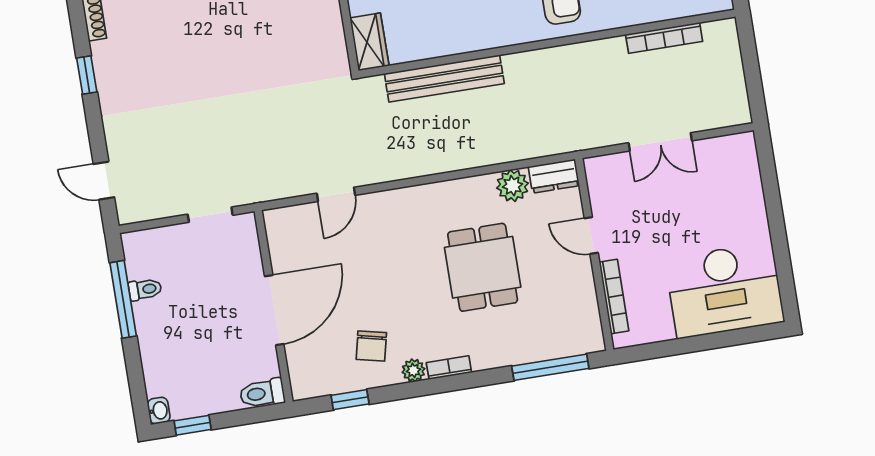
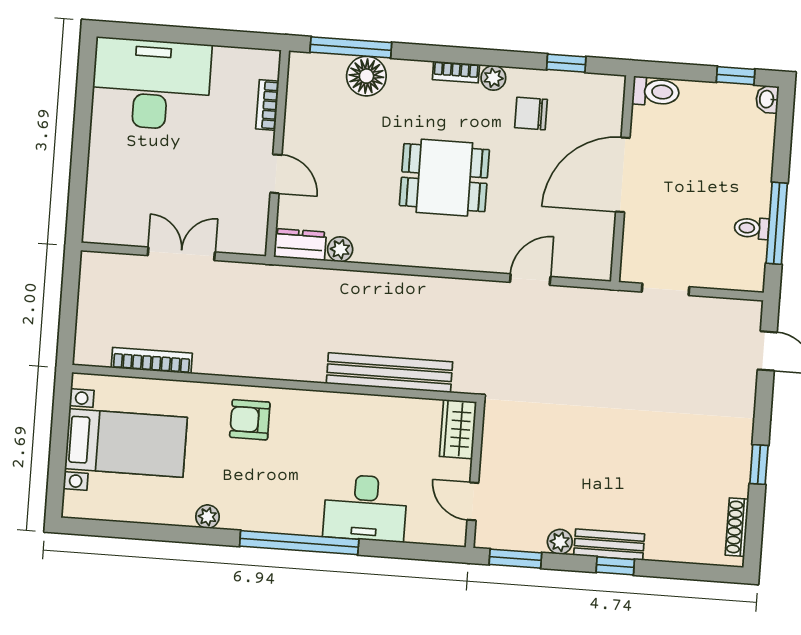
plant: (513, 186) -> (340, 249), width x0.73, depth x0.73
dining table: (483, 267) -> (444, 178), moved, turned 90
bookcase: (614, 296) -> (267, 105), width x0.64
floor lamp: (530, 344) -> (366, 76), added
chair: (371, 346) -> (531, 114), turned -103

